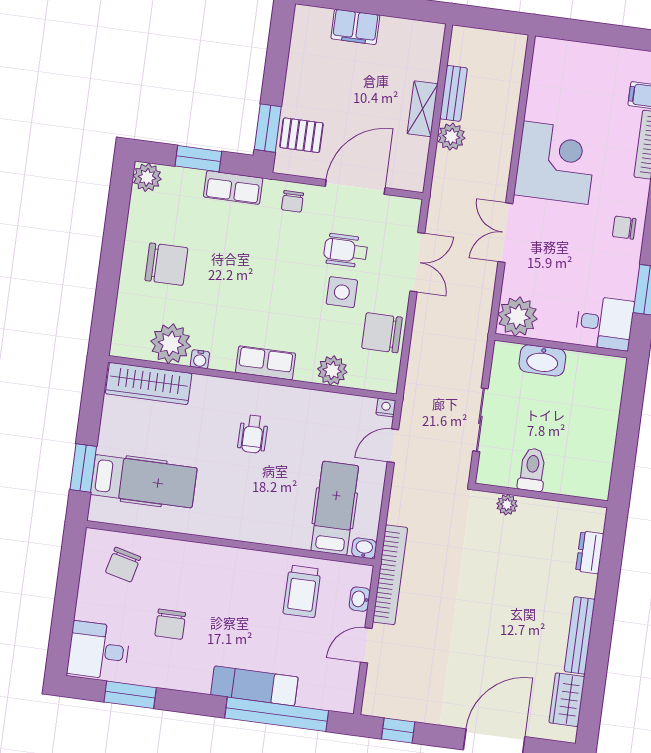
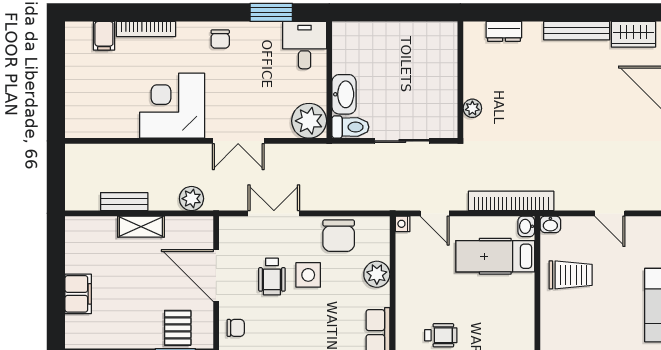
plant: (451, 137) -> (191, 199), moved
toilet: (532, 470) -> (350, 127), moved, turned 180
bookcase: (390, 575) -> (511, 201), moved
washbasin: (360, 599) -> (550, 224), moved

